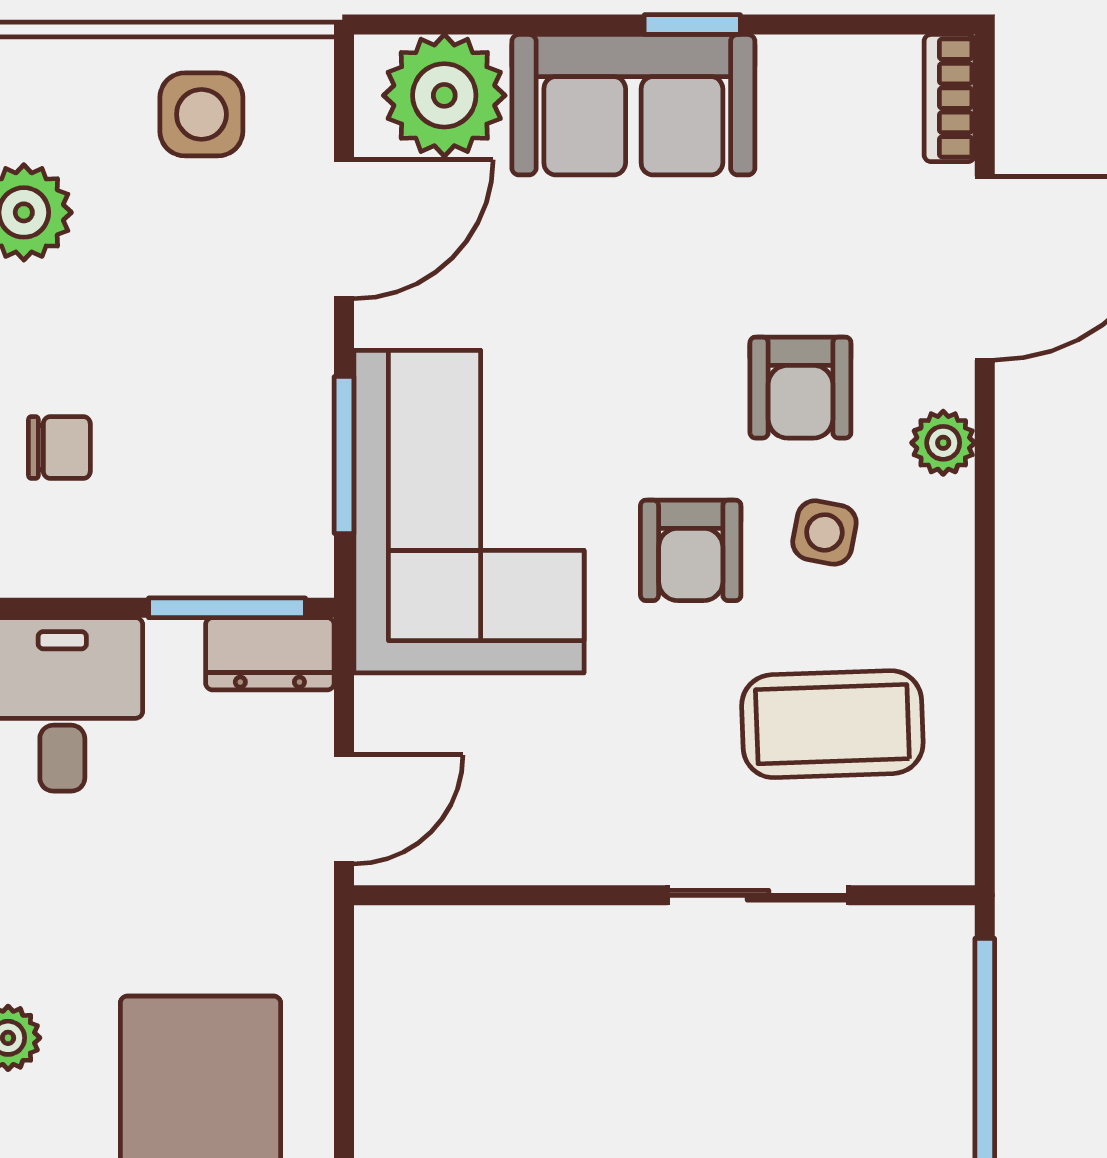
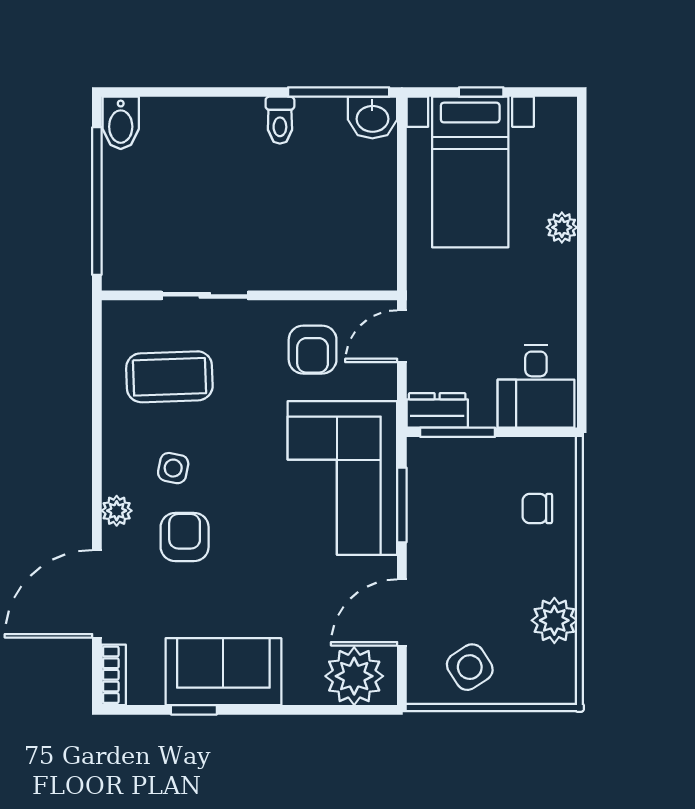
window: (692, 25) -> (194, 710), moved
sofa: (633, 105) -> (223, 672), moved
side table: (201, 114) -> (470, 667), turned -33
armchair: (691, 550) -> (313, 350), moved, turned 180

